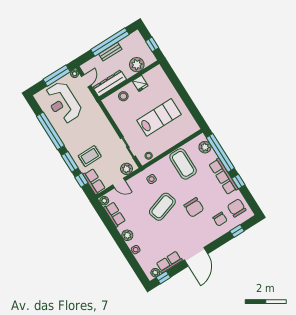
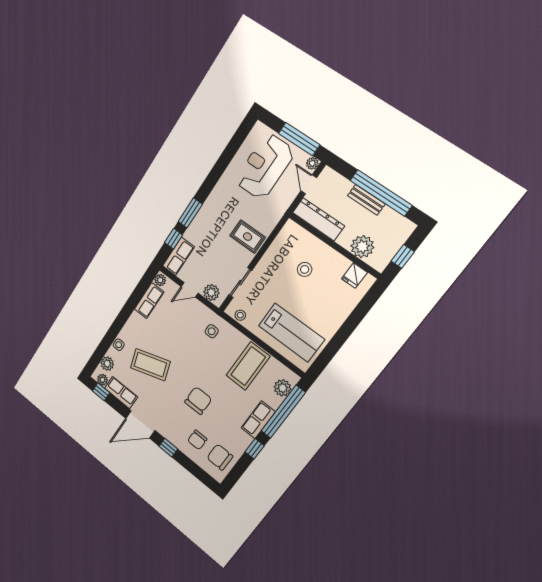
door: (86, 81) -> (309, 184), swing flipped
fridge: (140, 83) -> (354, 276), moved
stool: (123, 96) -> (305, 269), moved
lab bench: (159, 117) -> (291, 332), moved
window: (50, 131) -> (220, 168), removed
rug: (90, 156) -> (248, 237), moved
row of seats: (223, 176) -> (258, 420), width x0.68
door: (119, 183) -> (190, 290), hinge flipped
coffee table: (162, 207) -> (150, 365), moved
chair: (194, 207) -> (198, 401), turned 180
chair: (237, 208) -> (220, 457), turned -90
window: (237, 231) -> (168, 448), moved
plant: (127, 235) -> (107, 364), moved

